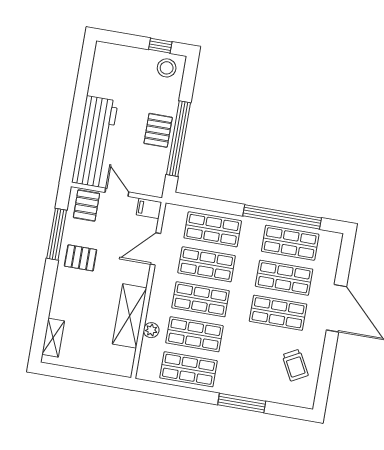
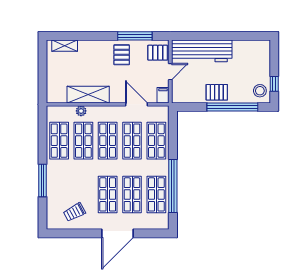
window: (178, 139) -> (232, 107), moved

